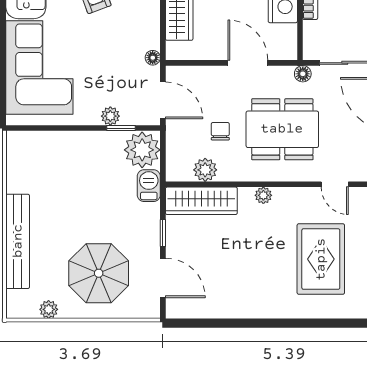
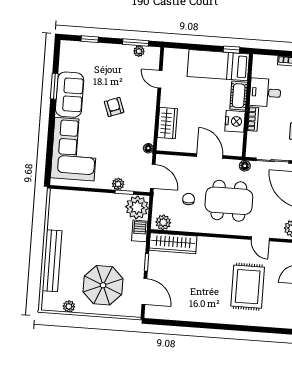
plant: (205, 170) -> (163, 222), moved
plant: (263, 195) -> (213, 243), removed

